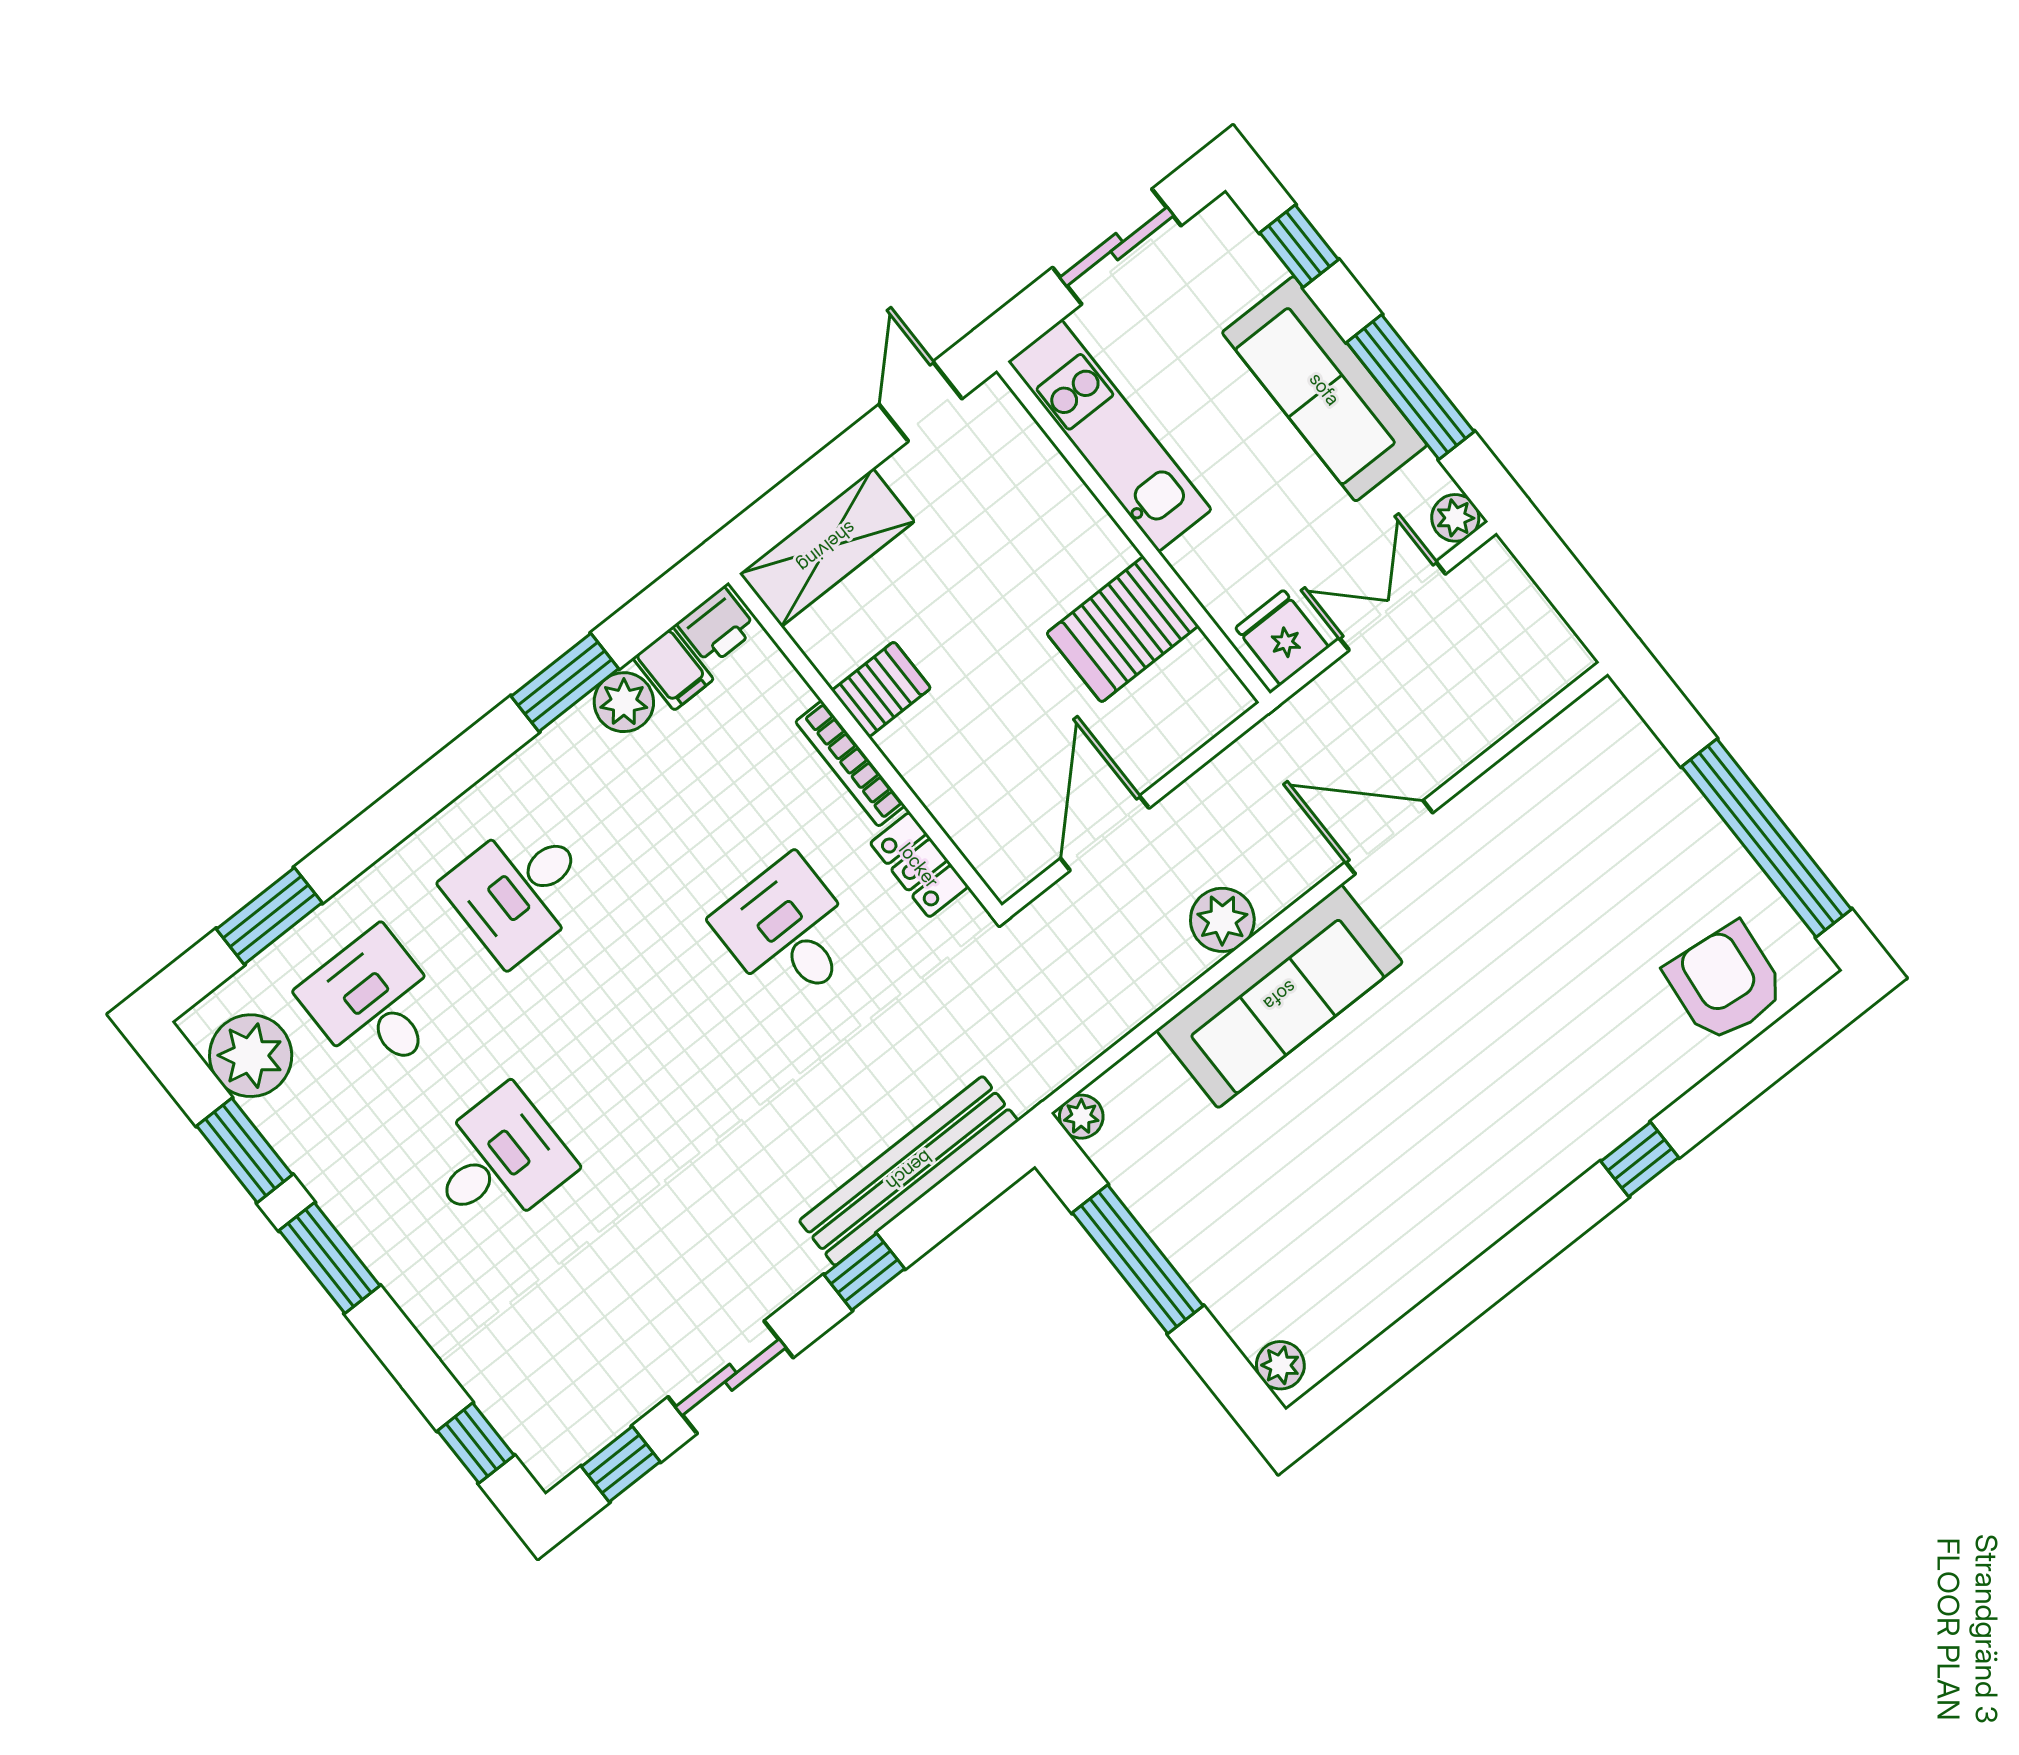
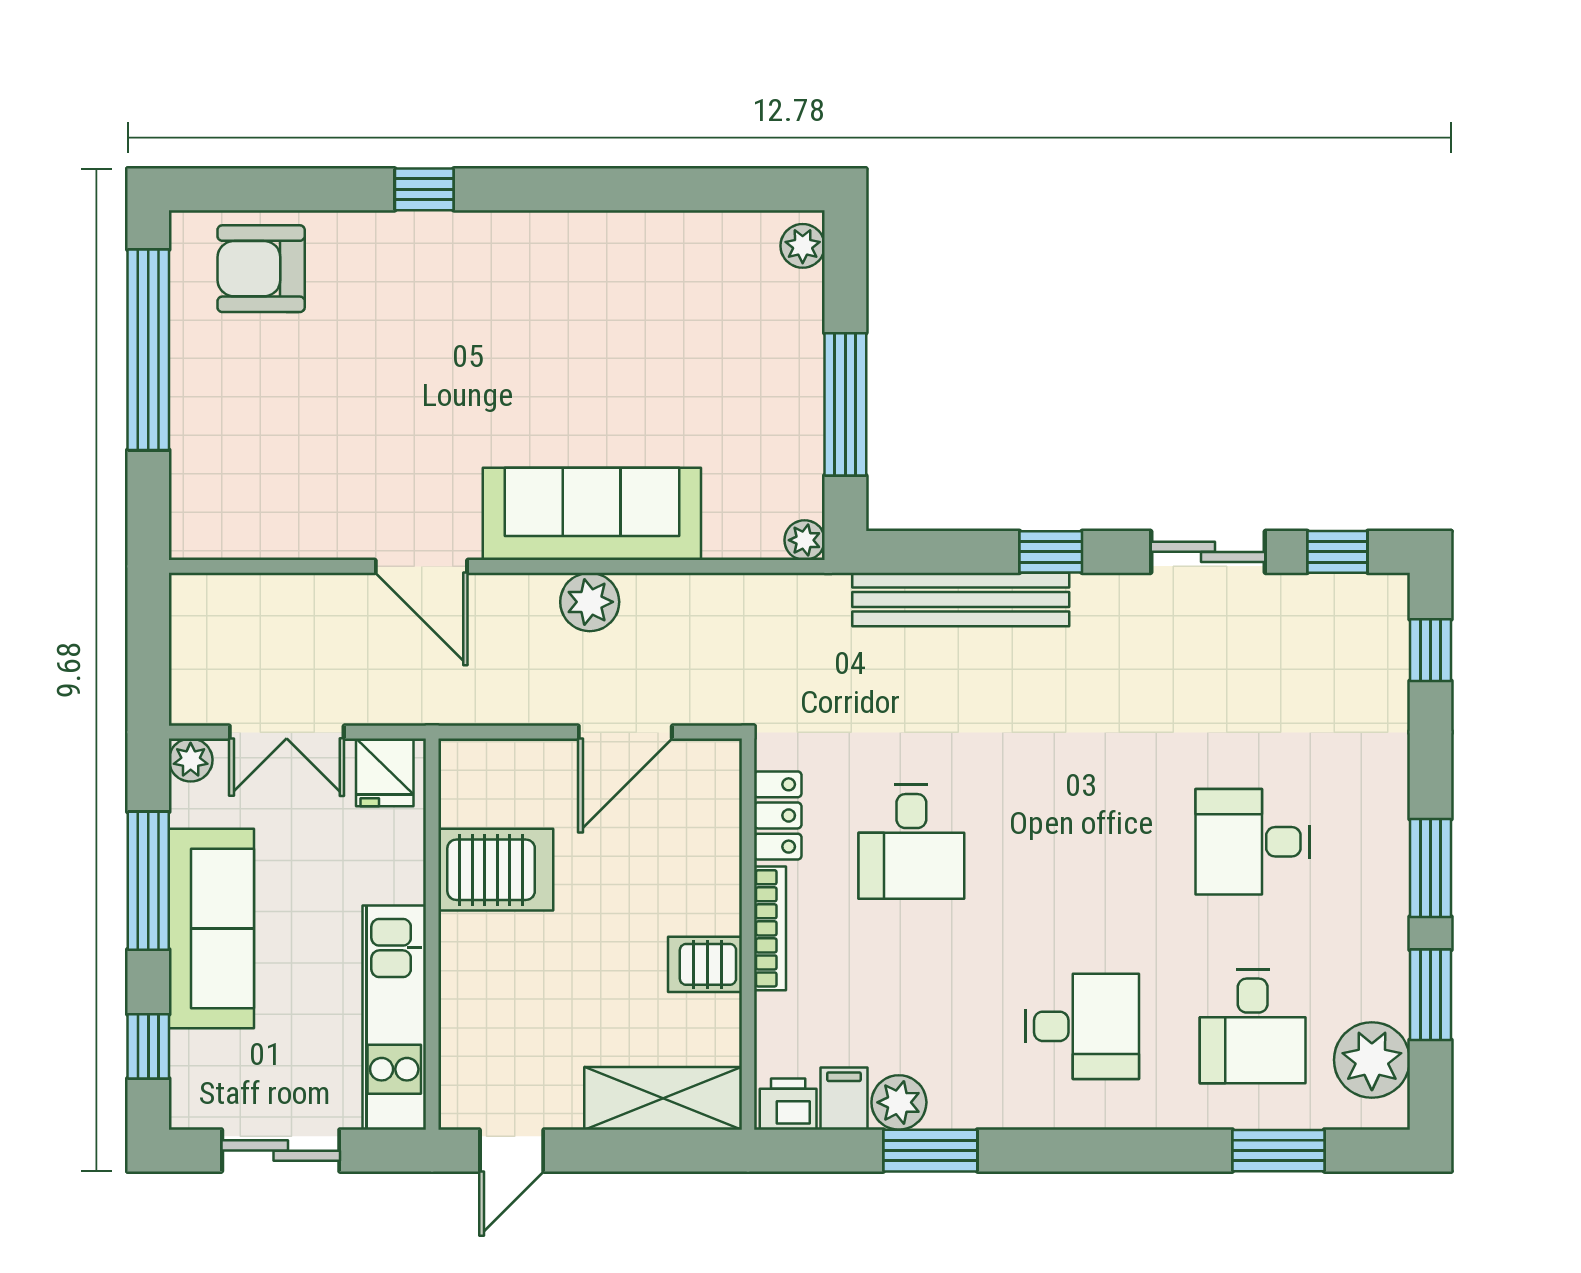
armchair: (1725, 983) -> (261, 269), turned 84

